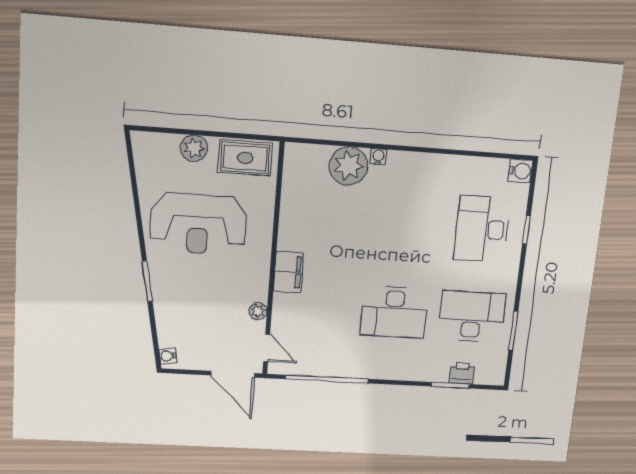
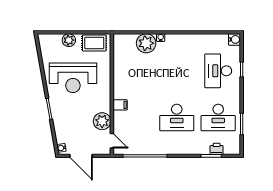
filing cabinet: (288, 272) -> (120, 105), width x0.50
plant: (258, 311) -> (102, 121), width x1.87, depth x1.87
desk: (472, 316) -> (218, 118), turned 180
door: (233, 374) -> (81, 156), moved

